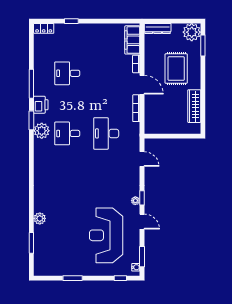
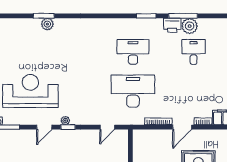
printer: (41, 105) -> (172, 25), moved
plant: (42, 131) -> (190, 26), moved
desk: (67, 133) -> (133, 52), width x1.37
desk: (106, 133) -> (133, 91), width x1.36, depth x1.30
window: (31, 243) -> (44, 16), moved

